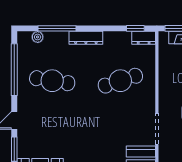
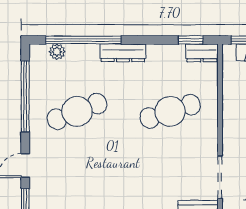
window: (57, 28) -> (83, 40), width x1.46
cafe table: (52, 81) -> (77, 111), turned -30

